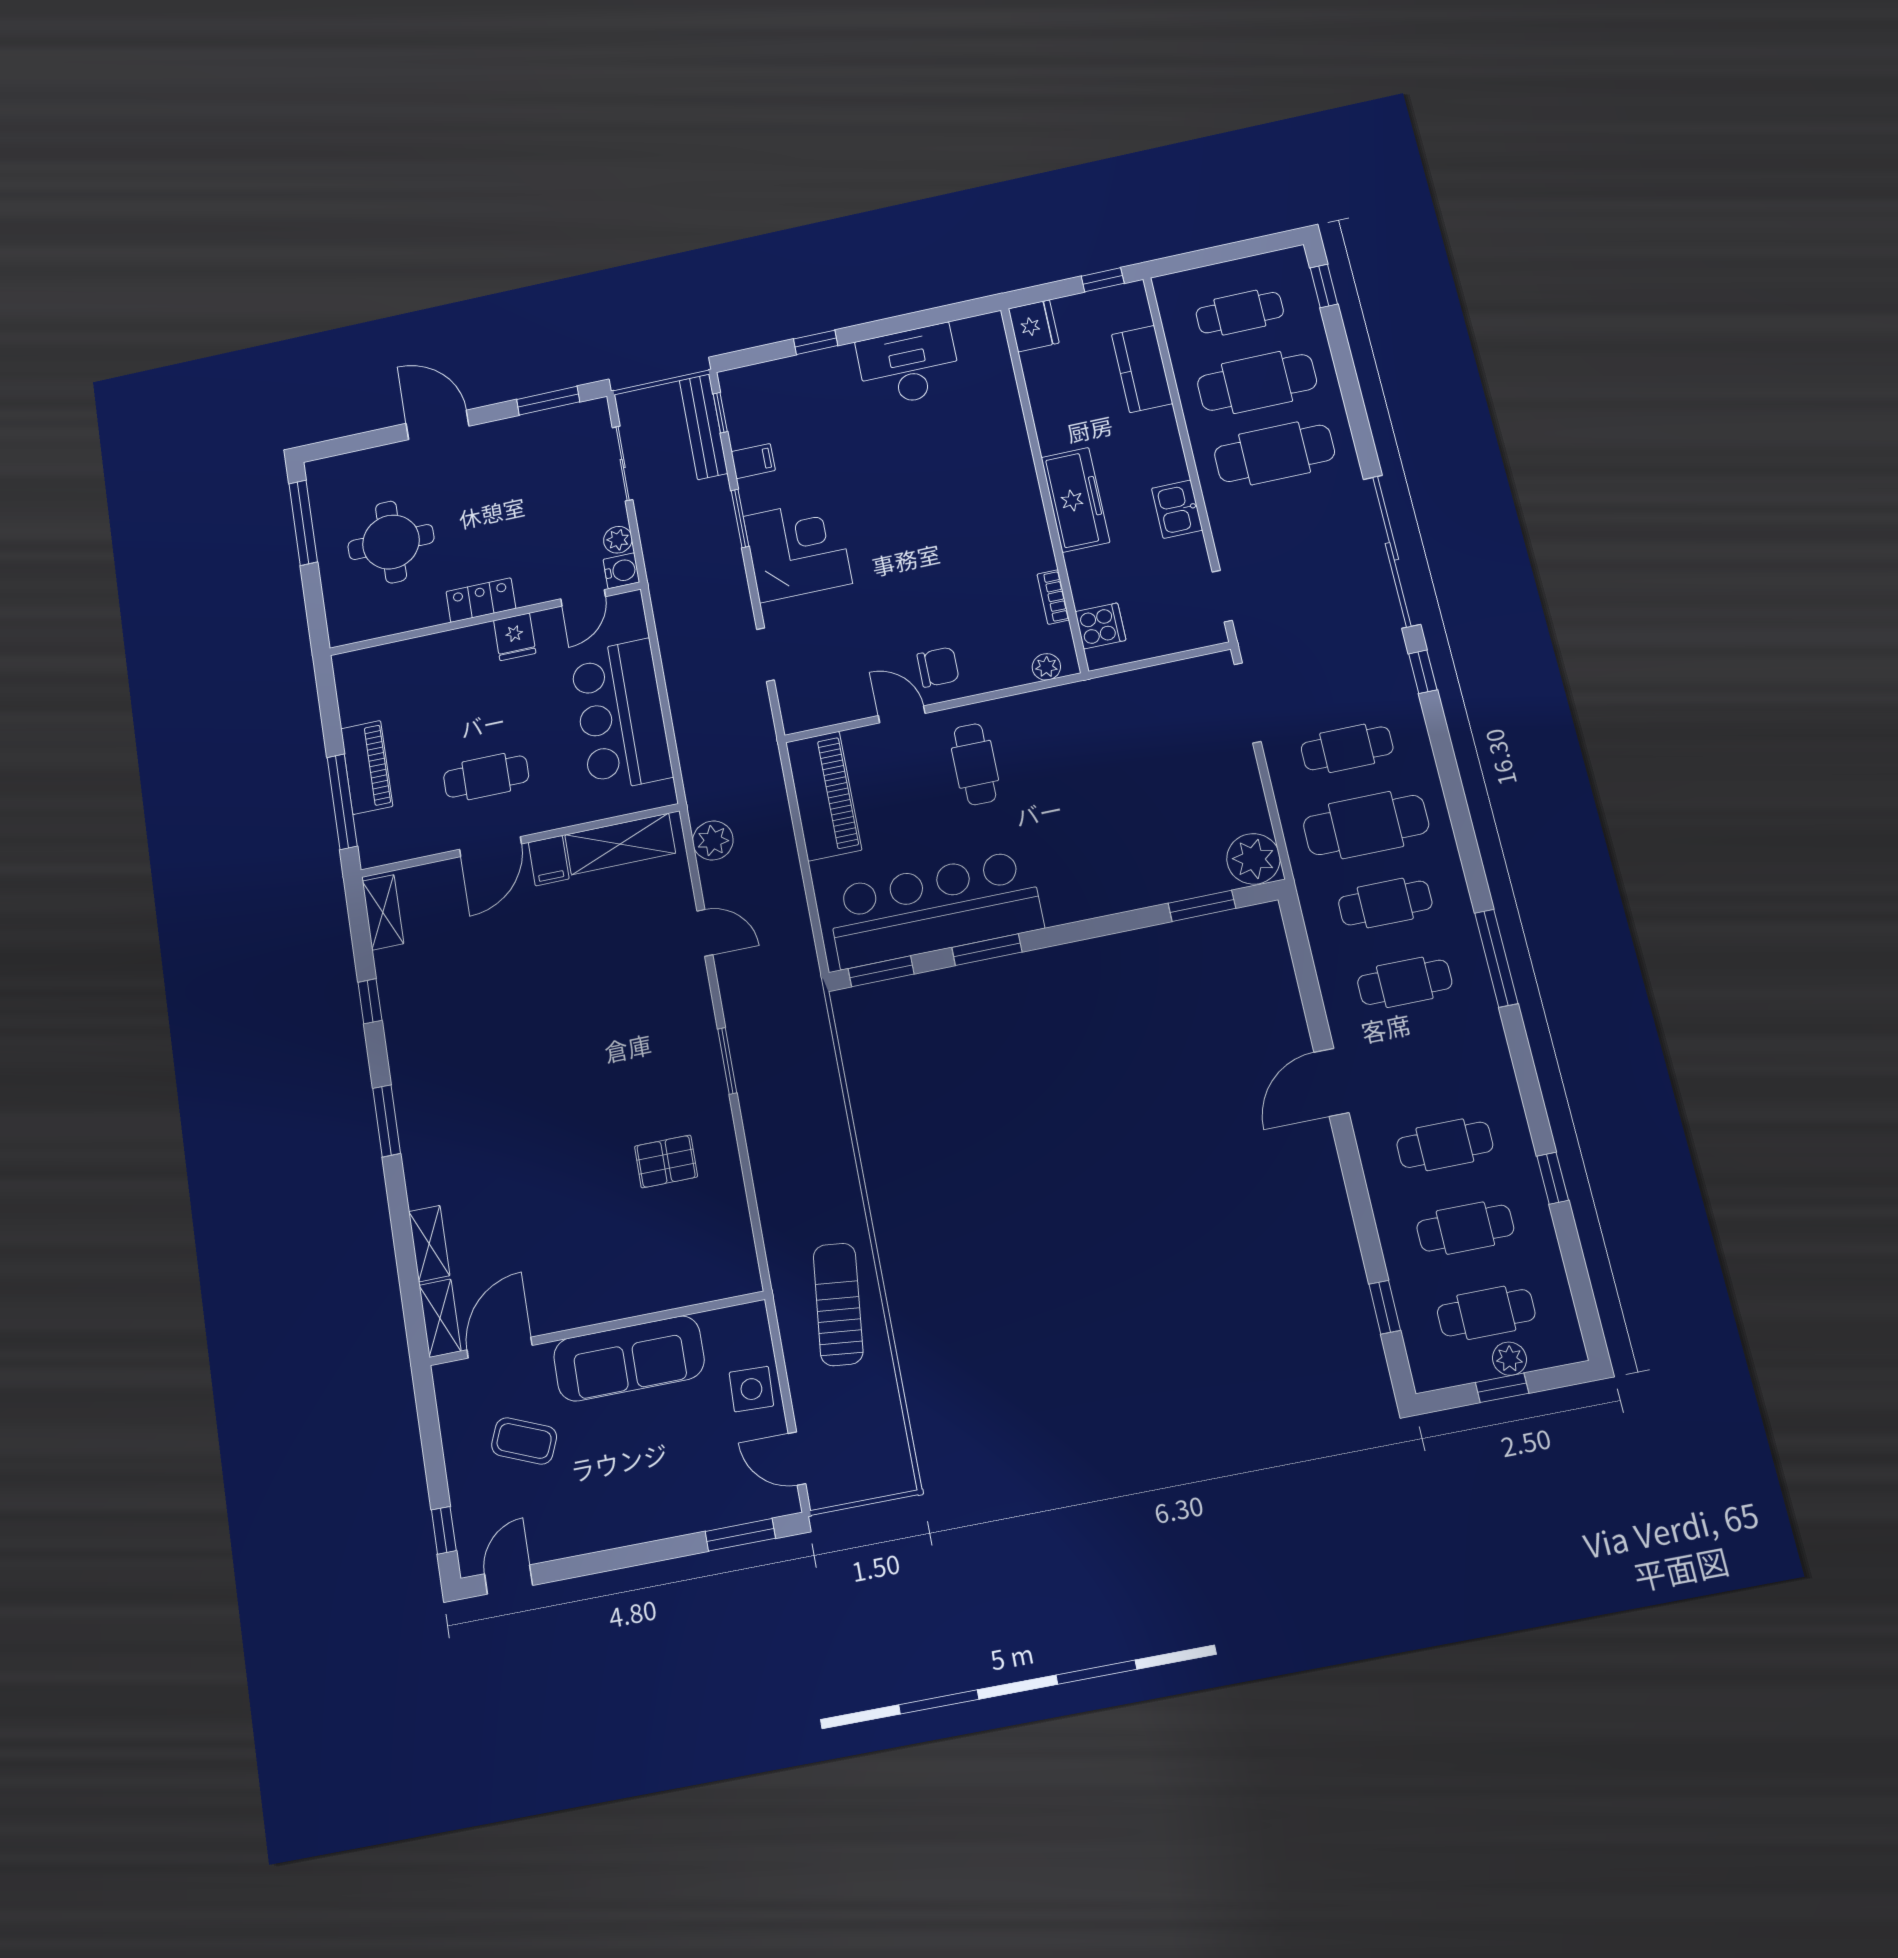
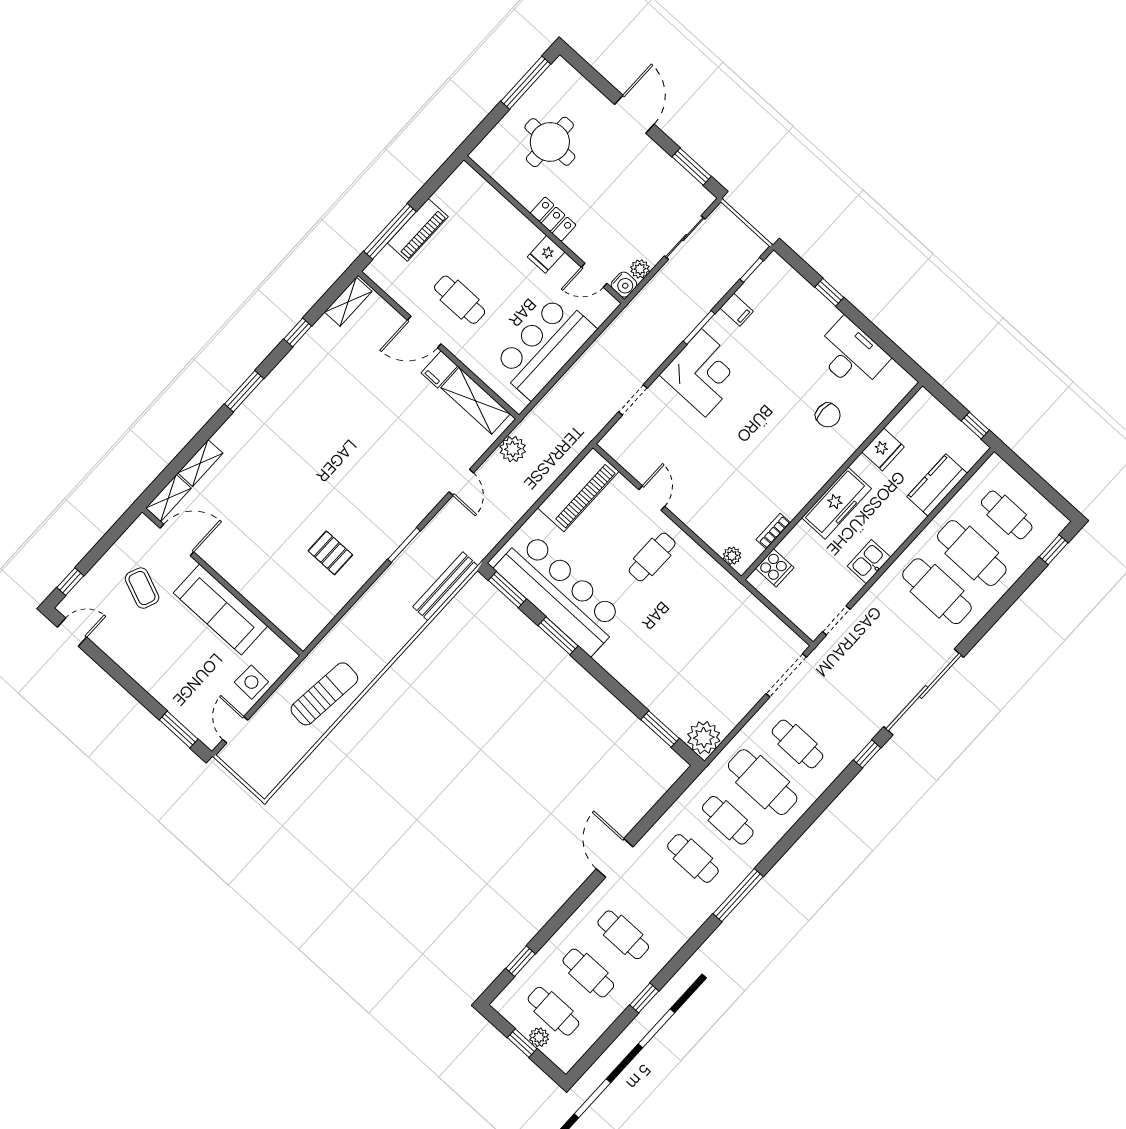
fridge: (1034, 326) -> (883, 449), moved
bench: (704, 427) -> (445, 586), moved
chair: (938, 667) -> (828, 415), moved
door: (1332, 1082) -> (615, 858), hinge flipped

